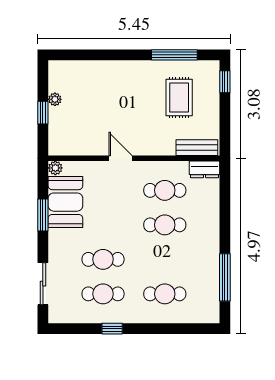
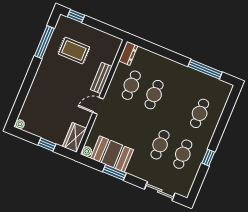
plant: (55, 99) -> (20, 124), moved
wardrobe: (67, 145) -> (75, 138), added
bench: (197, 148) -> (101, 78), moved

